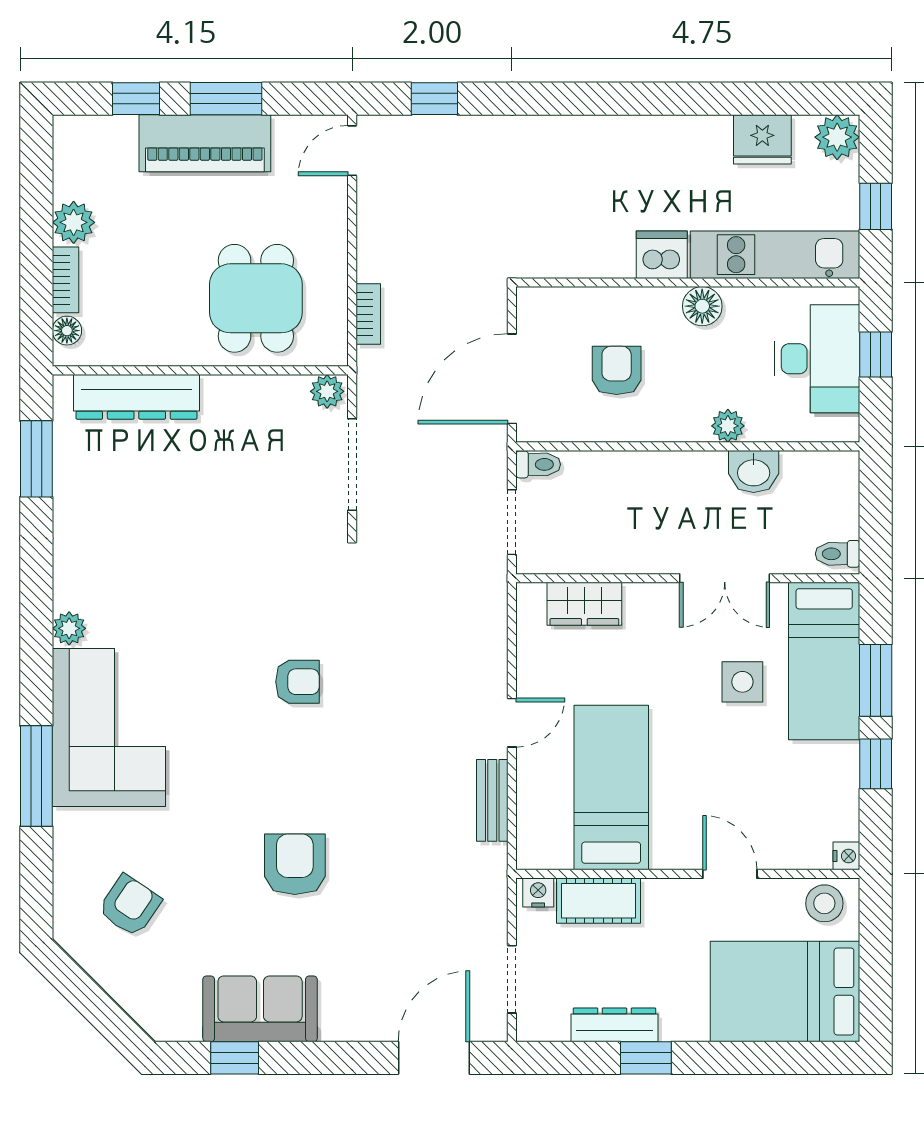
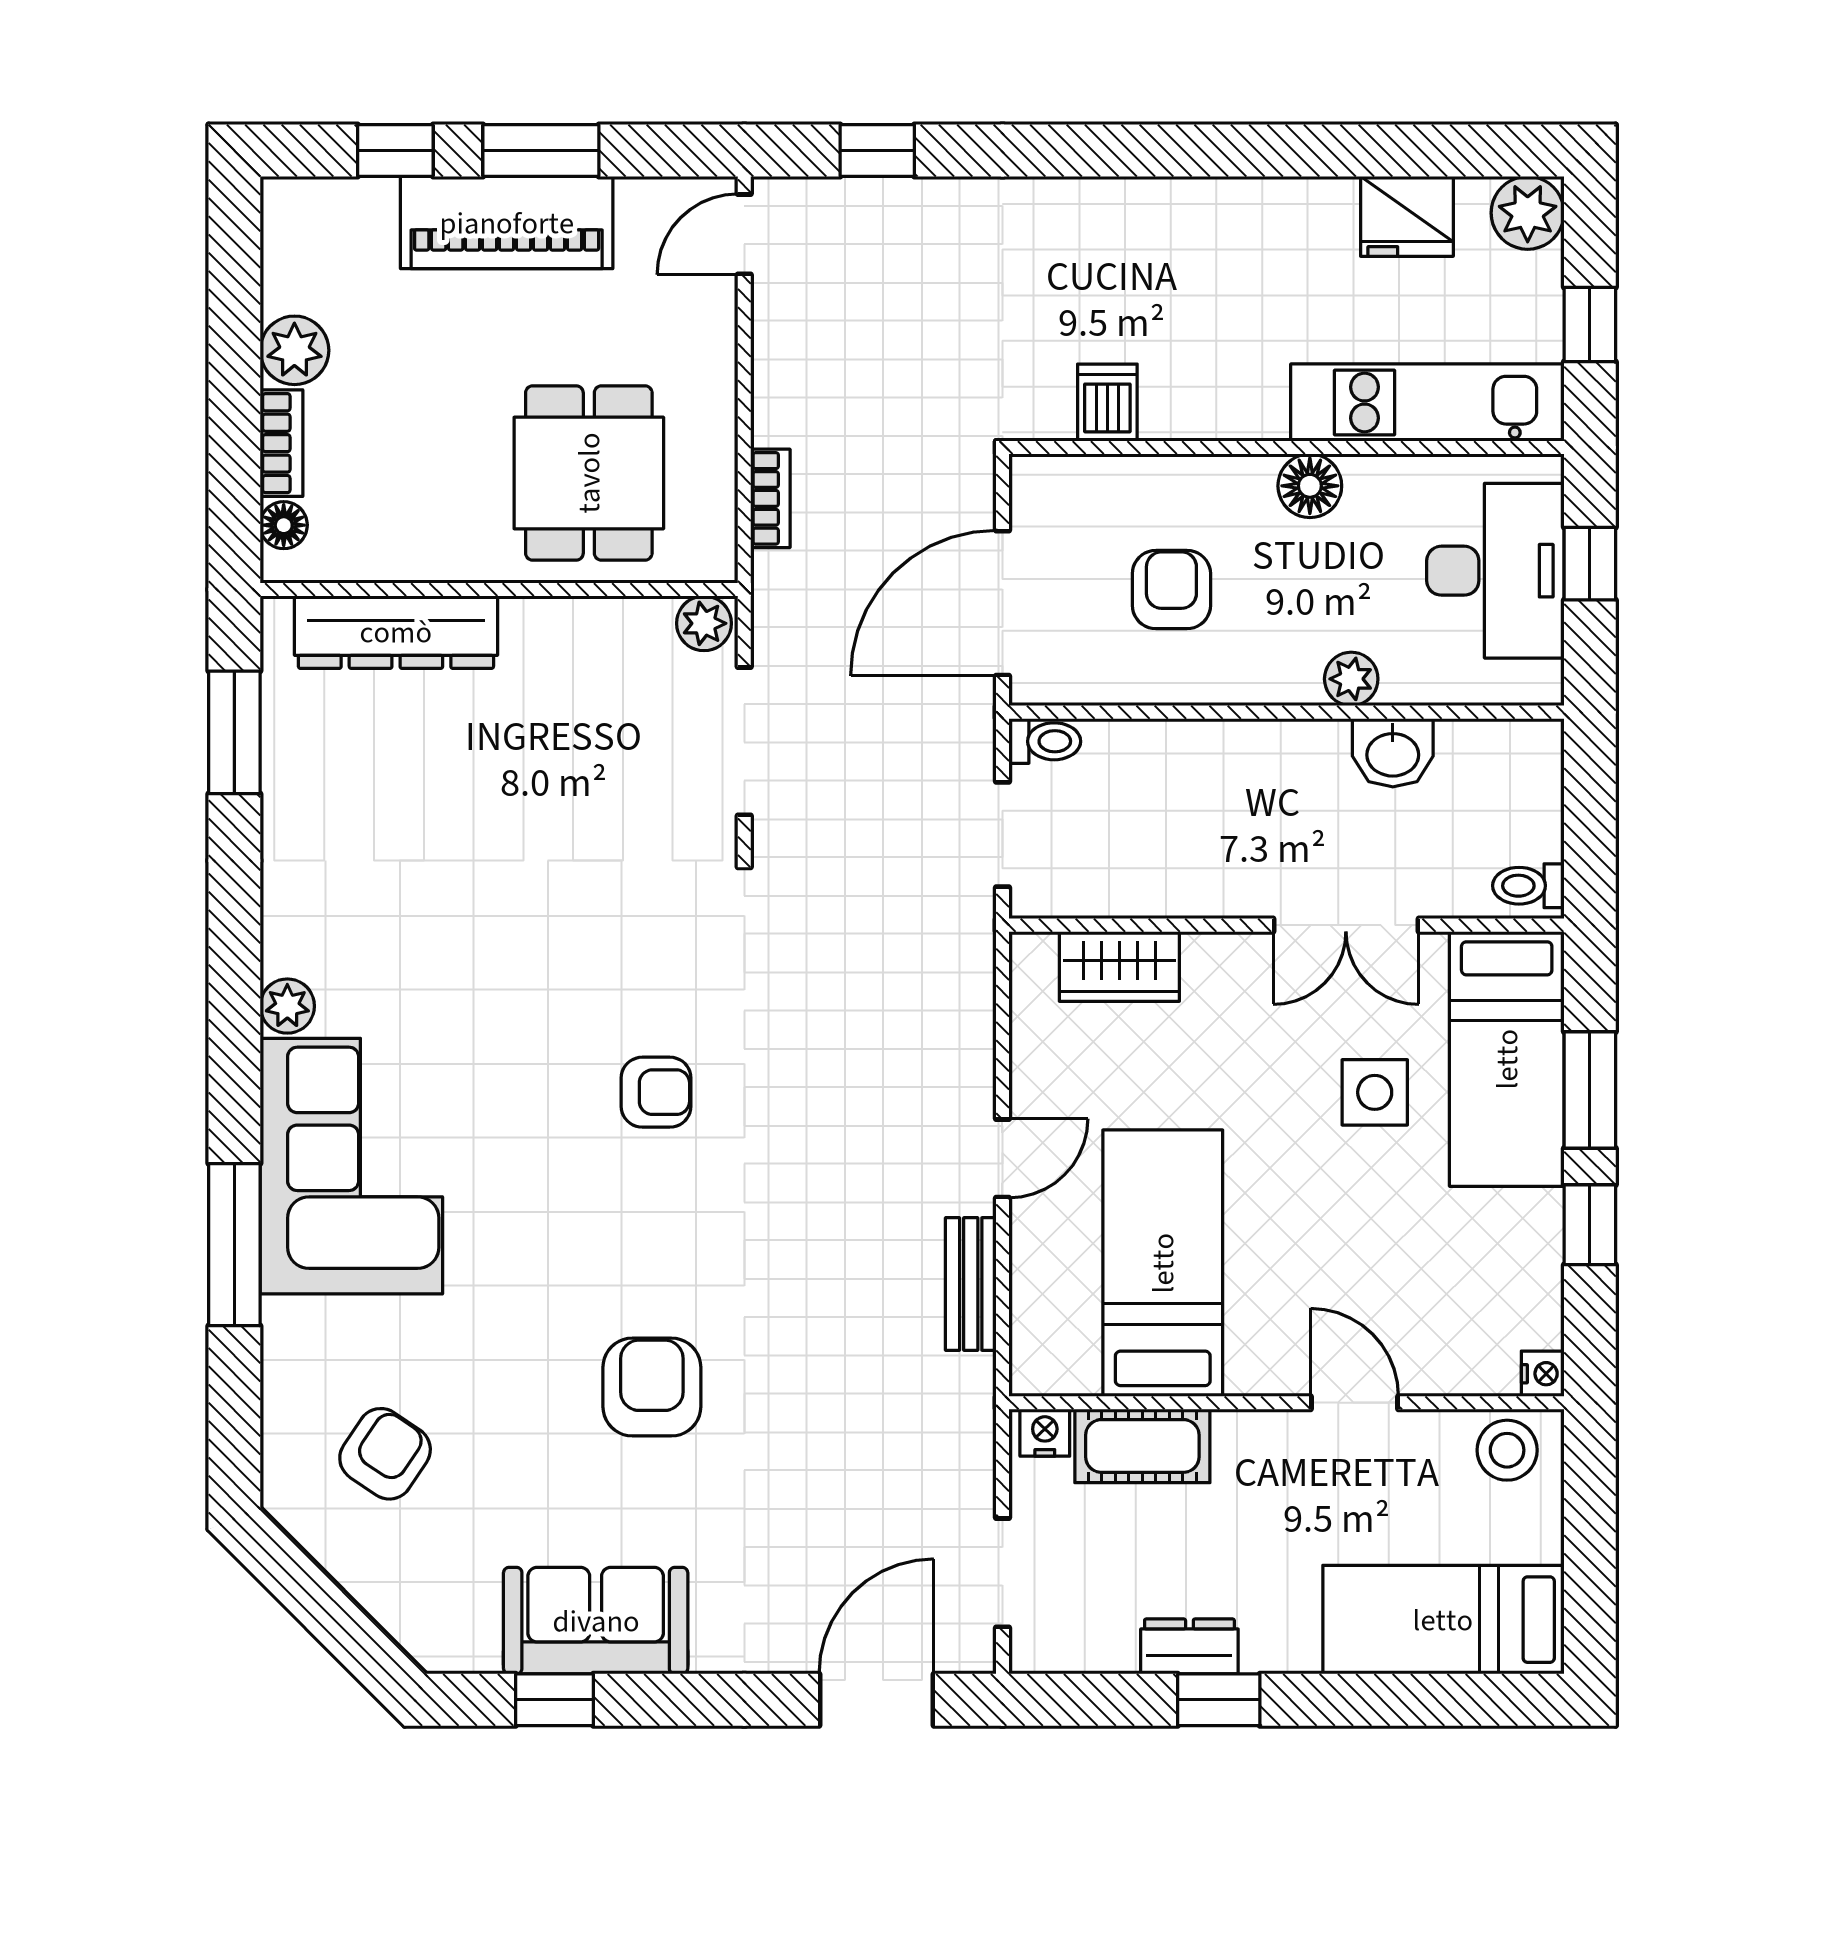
dishwasher: (662, 255) -> (1107, 403), moved, width x0.73
bed: (785, 991) -> (1443, 1620), width x0.67
dresser: (614, 1025) -> (1189, 1646), width x0.70

